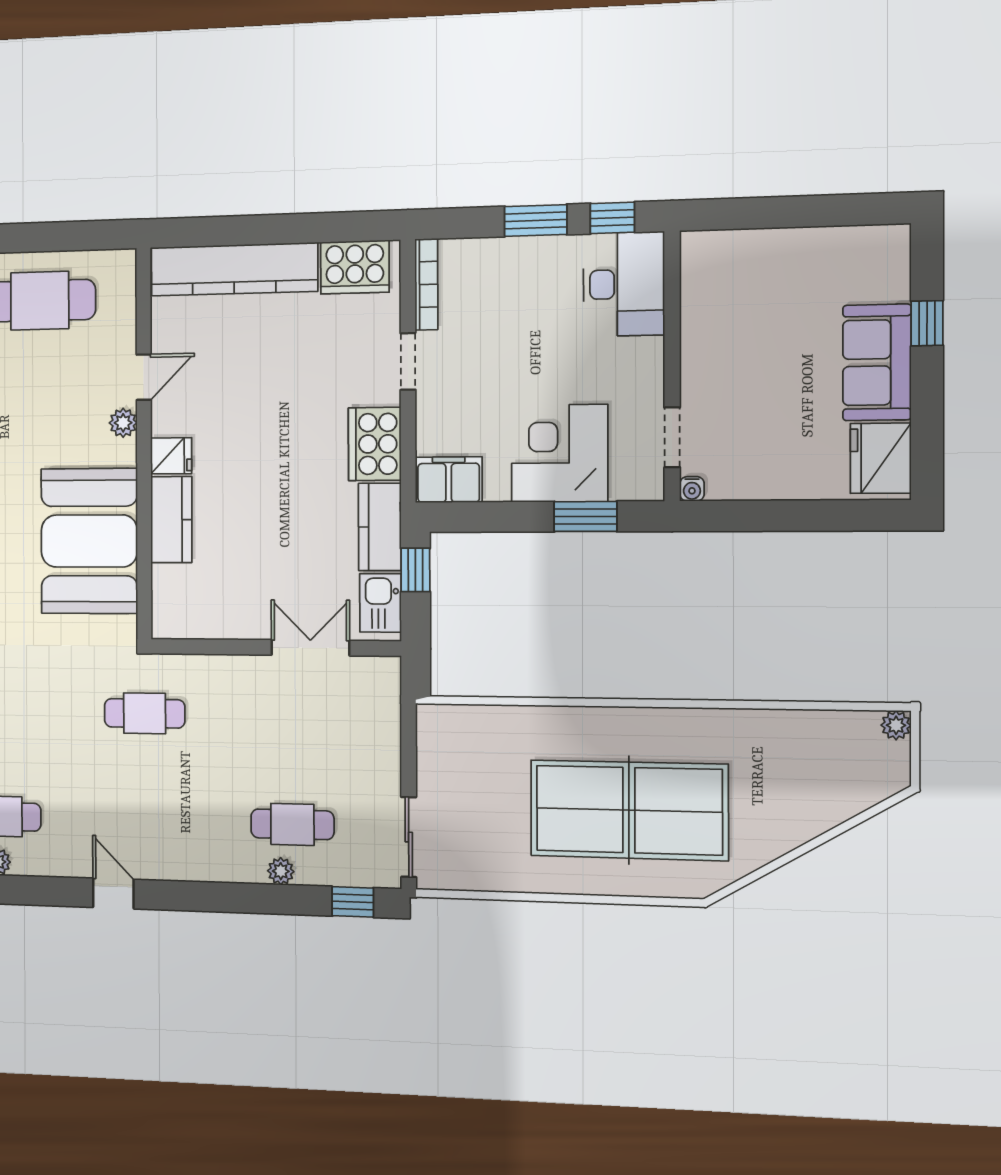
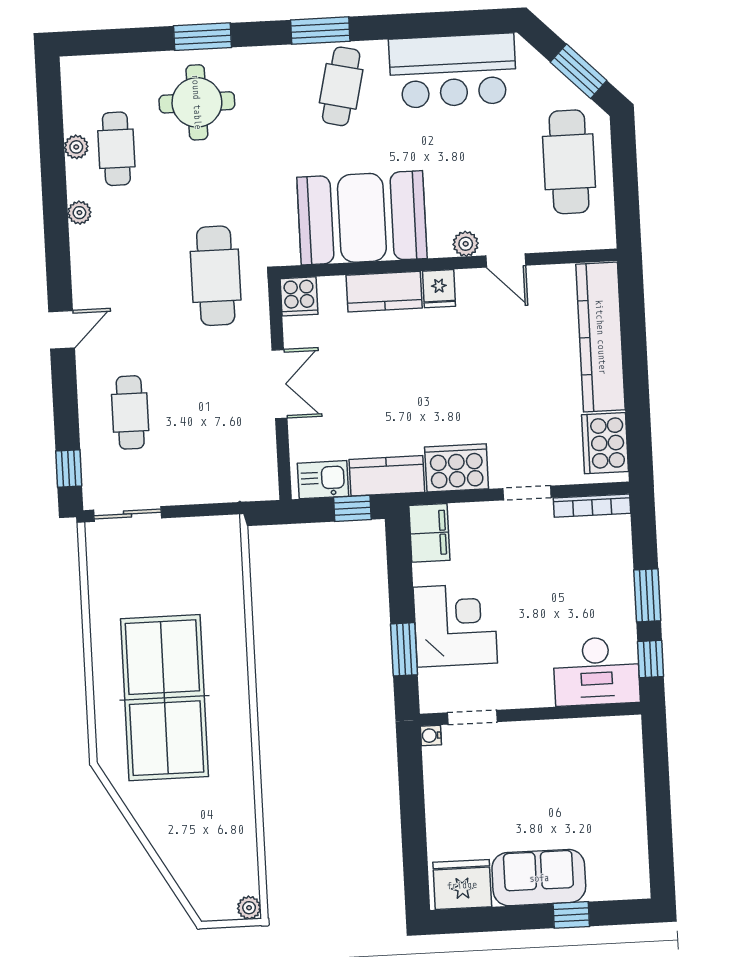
cooker: (172, 619) -> (299, 296), added
double door: (310, 648) -> (280, 384), moved
cafe table: (145, 713) -> (216, 276), width x1.37, depth x1.35
plant: (281, 871) -> (79, 213), moved
door: (113, 893) -> (62, 330), moved

